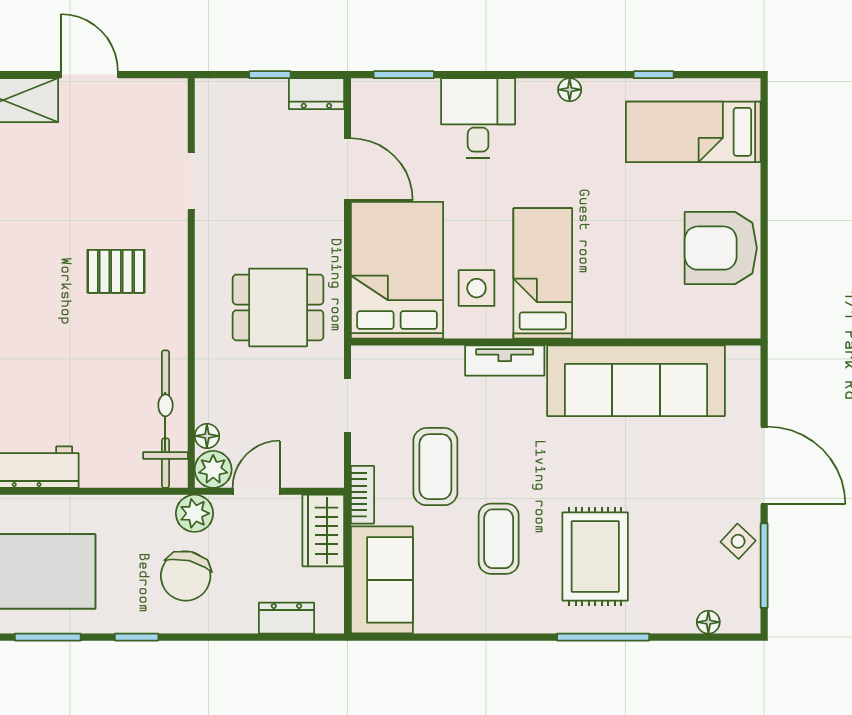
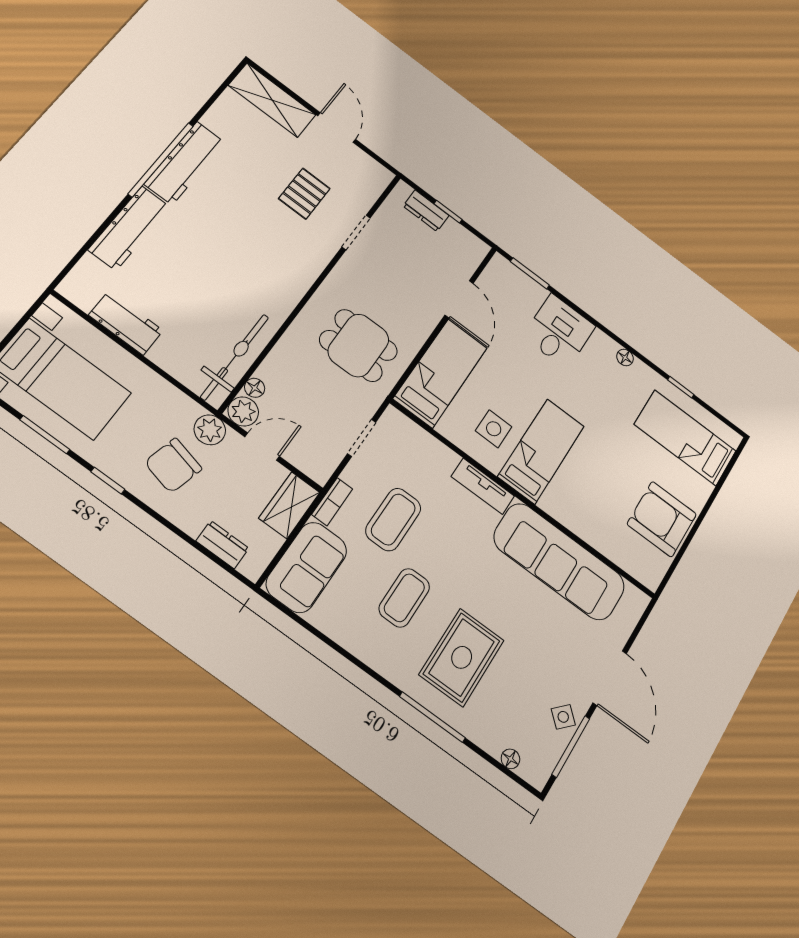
dresser: (316, 94) -> (426, 211), moved
bed: (397, 270) -> (440, 373), width x0.67
pallet: (116, 271) -> (304, 194), moved, turned 90

